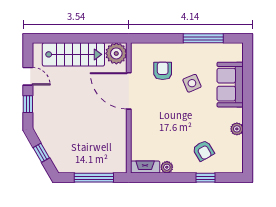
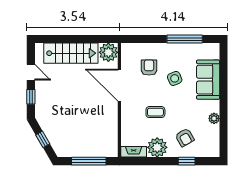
coffee table: (170, 122) -> (155, 112), added
plant: (167, 167) -> (157, 147), width x1.88, depth x1.88

